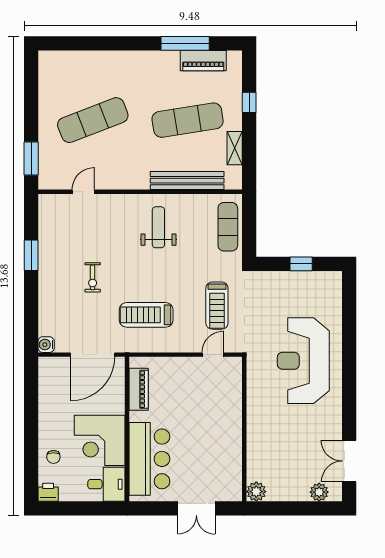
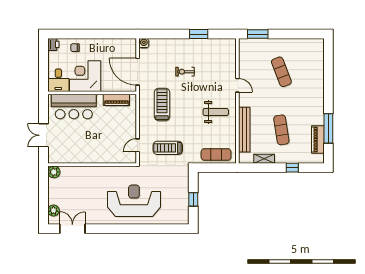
exercise mat: (93, 120) -> (281, 72), width x0.73, depth x0.69
exercise mat: (188, 120) -> (281, 130), width x0.73, depth x0.69
door: (83, 192) -> (237, 85), moved
door: (213, 355) -> (138, 145), swing flipped

